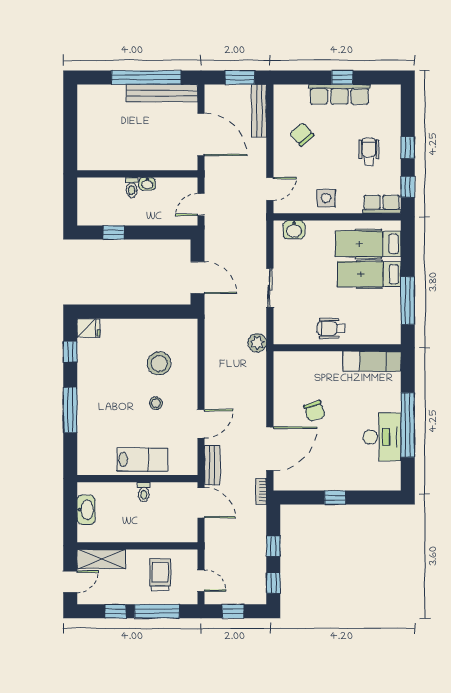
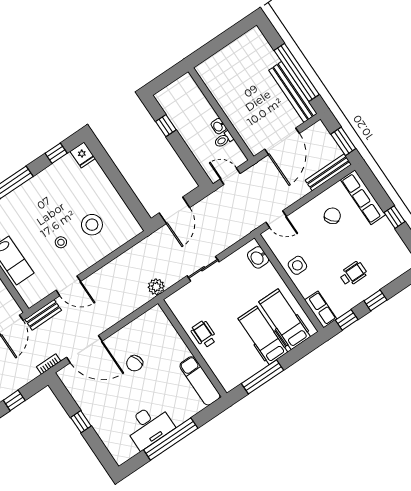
row of seats: (339, 94) -> (363, 197), moved
toilet: (132, 187) -> (224, 139), moved

